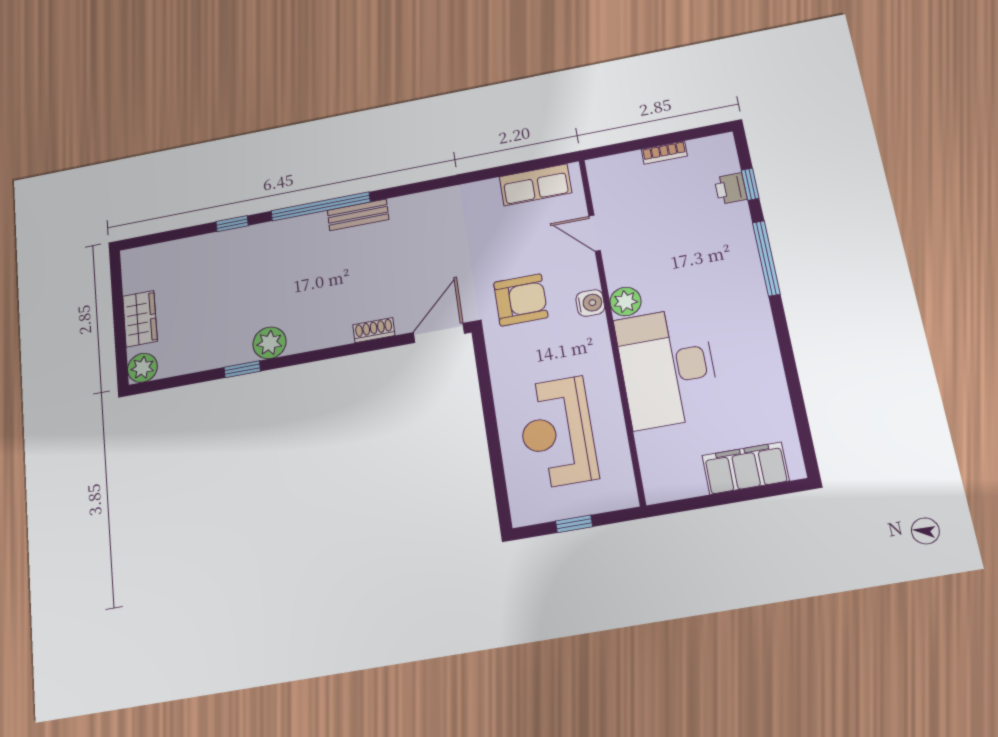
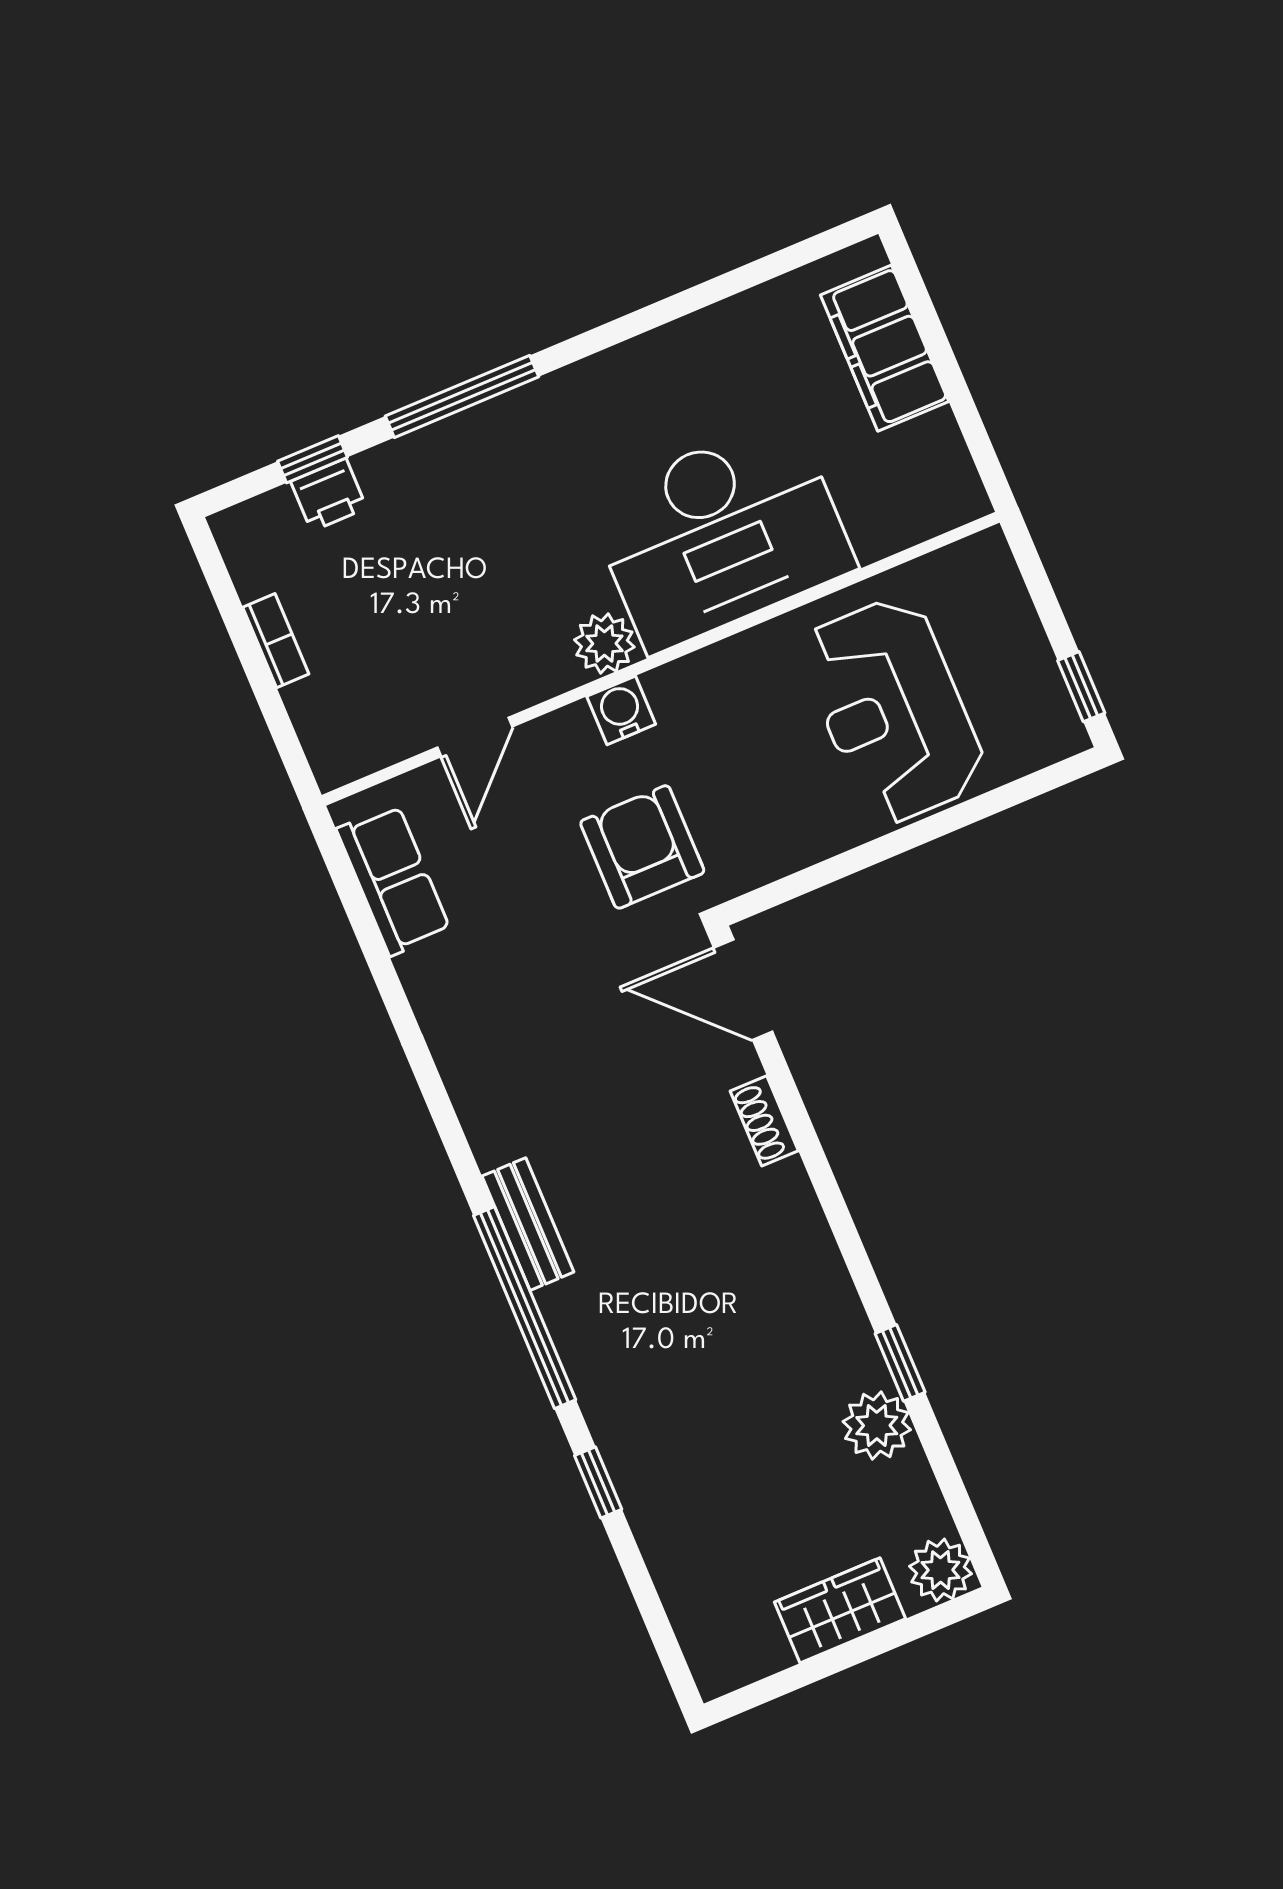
plant: (269, 343) -> (877, 1426), moved
reception desk: (557, 432) -> (893, 710), turned 90
window: (574, 524) -> (1081, 687), moved

